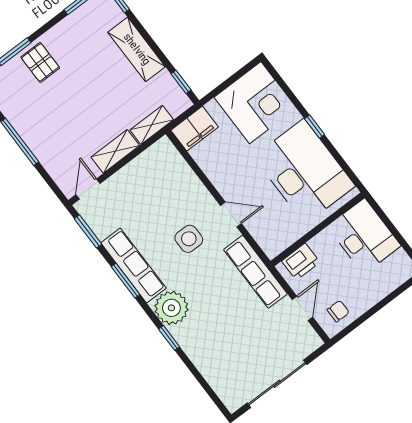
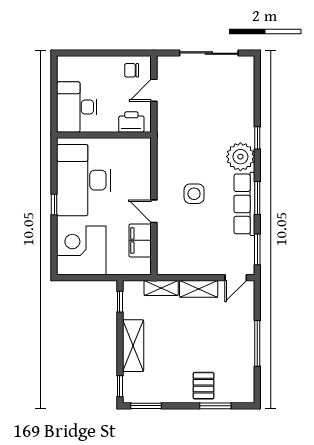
filing cabinet: (195, 129) -> (140, 240), moved, turned -90
door: (231, 214) -> (154, 211), moved
row of seats: (255, 272) -> (167, 138), removed

